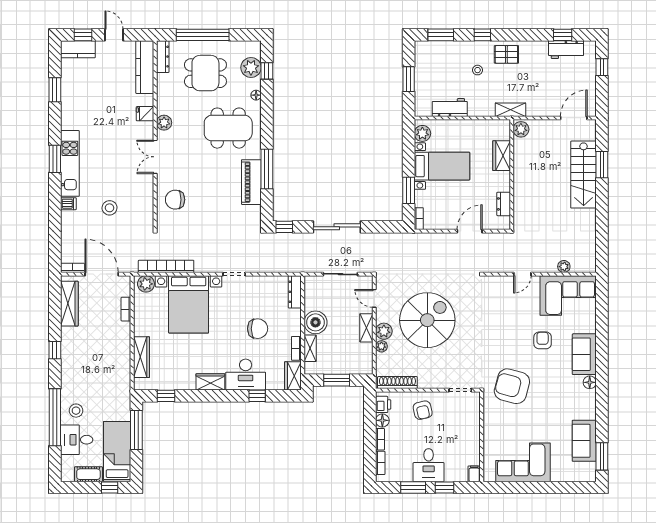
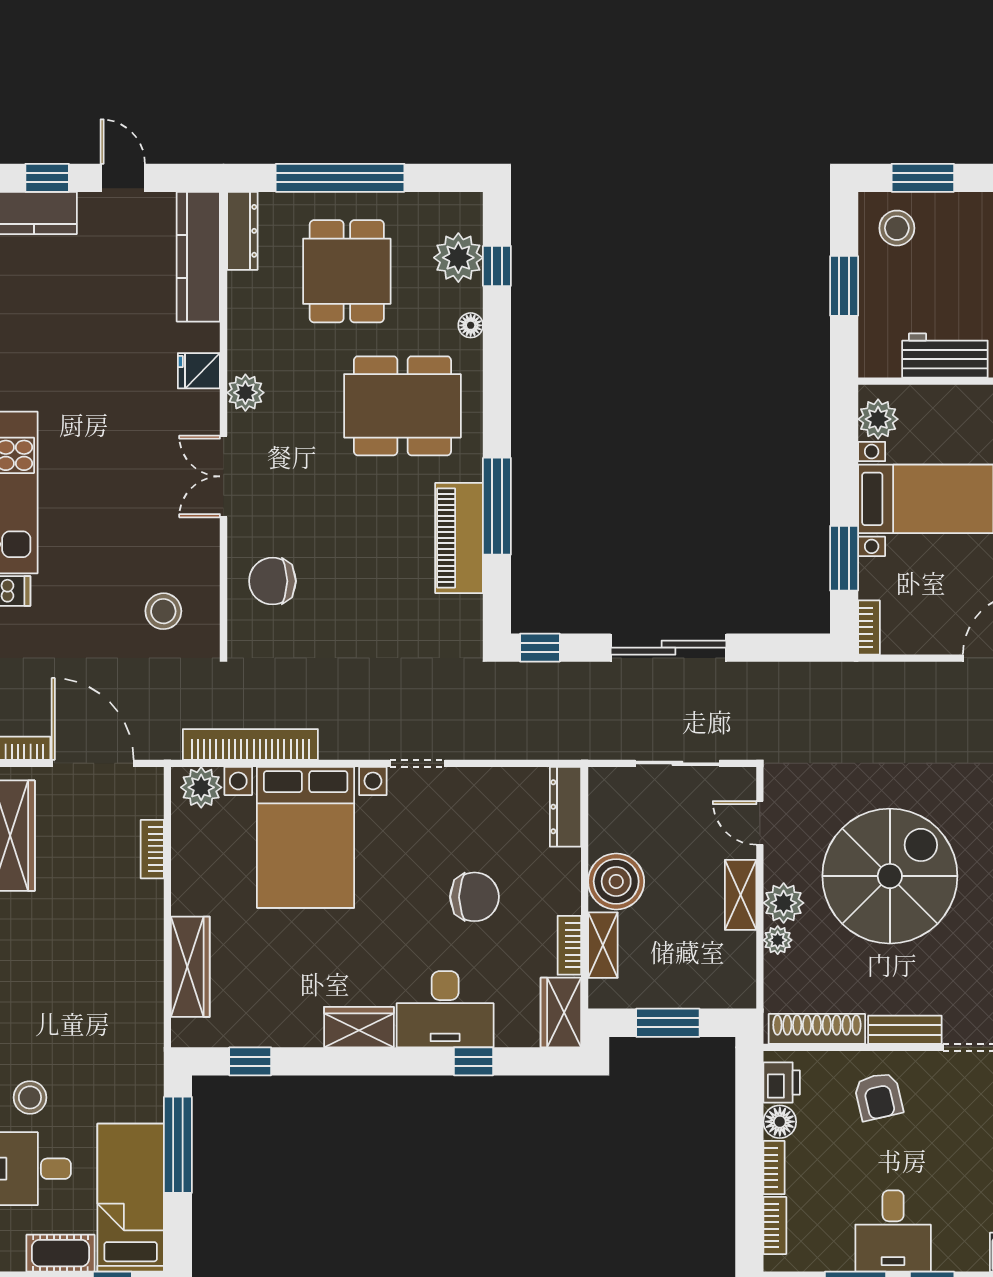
stool: (430, 55) -> (897, 228), added
dining table: (205, 73) -> (347, 271), turned 90
stool: (110, 208) -> (163, 611), moved
bench: (433, 383) -> (905, 1030), added

